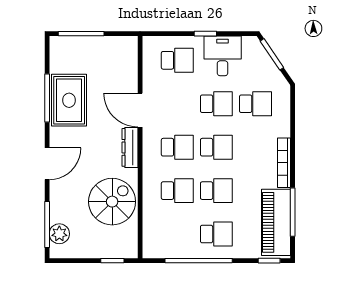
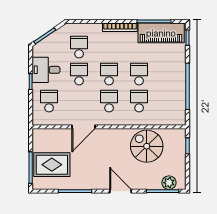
rug: (69, 100) -> (52, 165), moved
dresser: (130, 147) -> (109, 134), removed
school desk: (216, 234) -> (169, 74), removed

